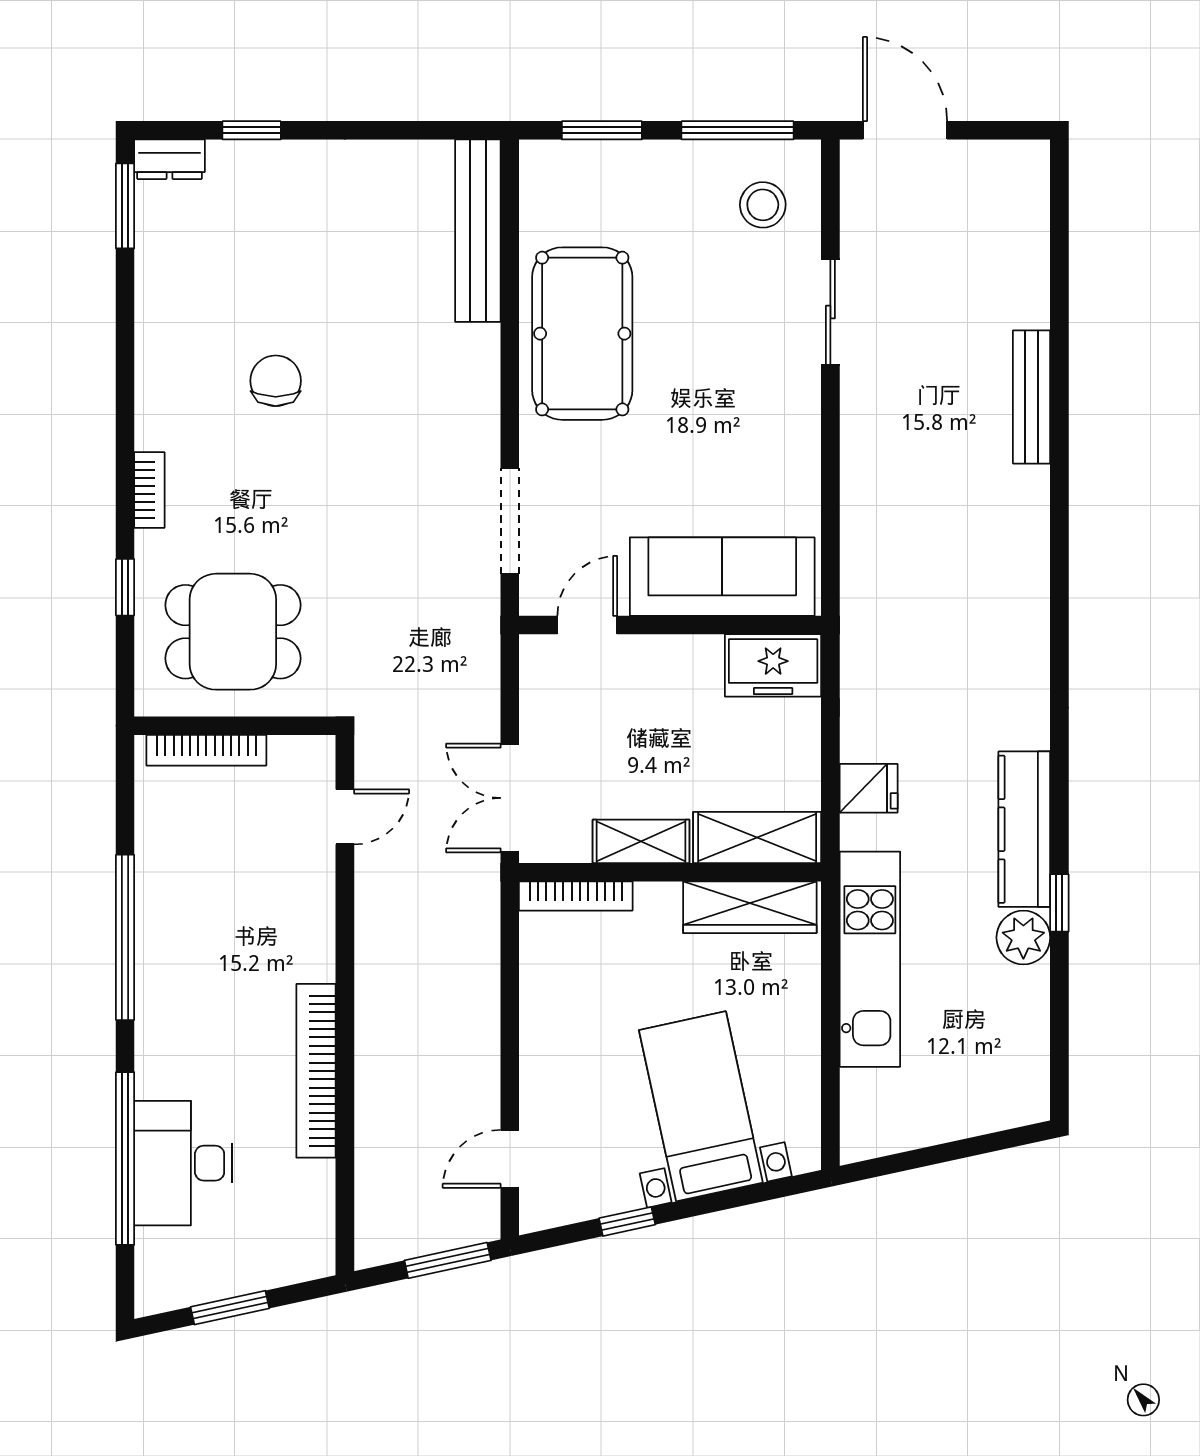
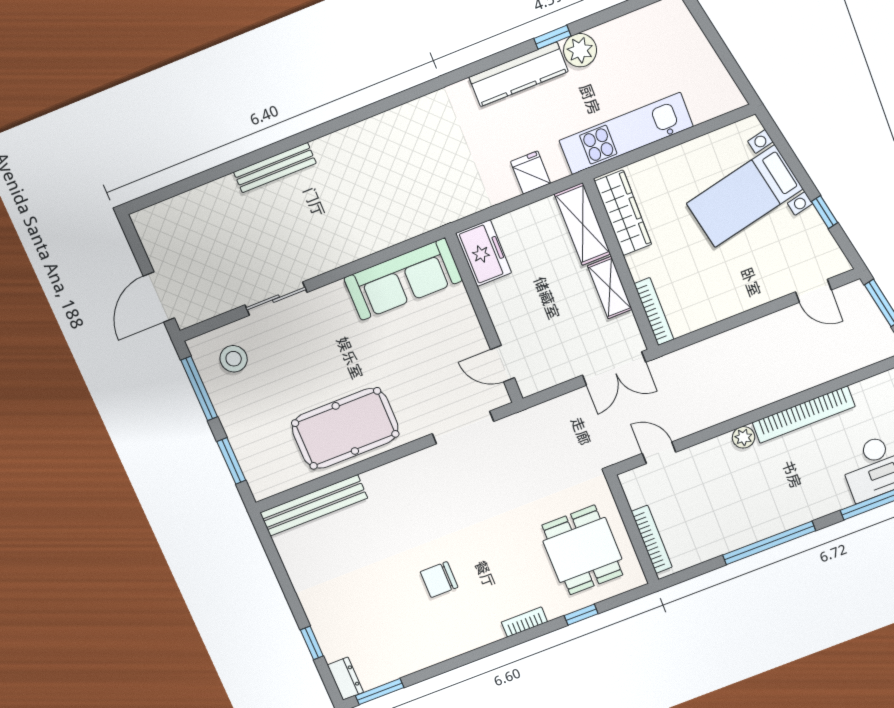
sofa: (722, 577) -> (403, 279), moved, turned -90
plant: (317, 961) -> (744, 437), added

